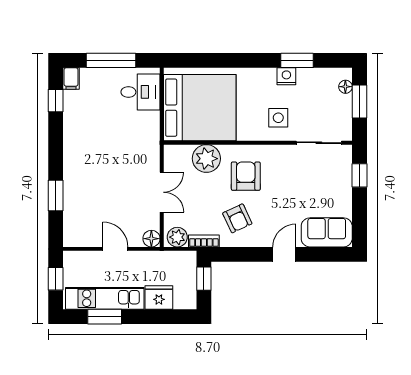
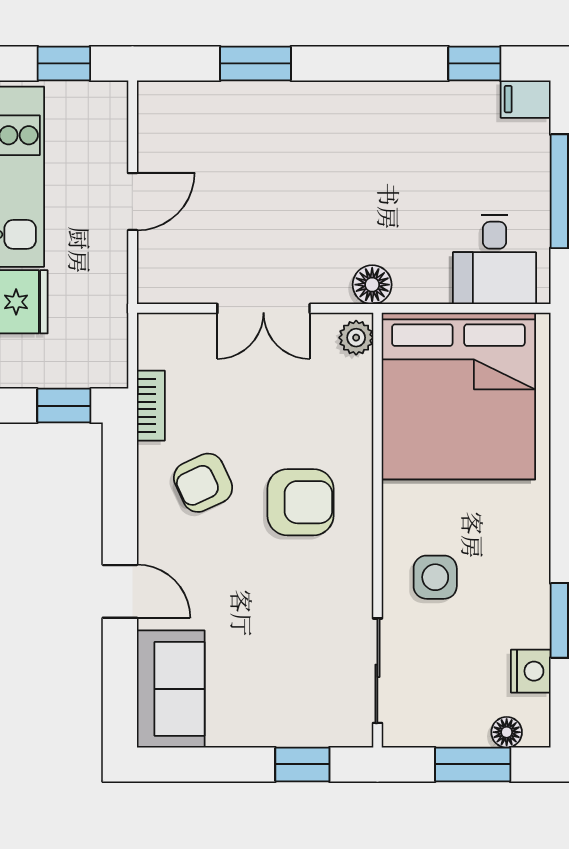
nightstand: (286, 76) -> (531, 671), moved
plant: (206, 159) -> (356, 338), moved, width x0.53, depth x0.53
plant: (177, 237) -> (160, 344), removed
floor lamp: (151, 239) -> (372, 285), moved

